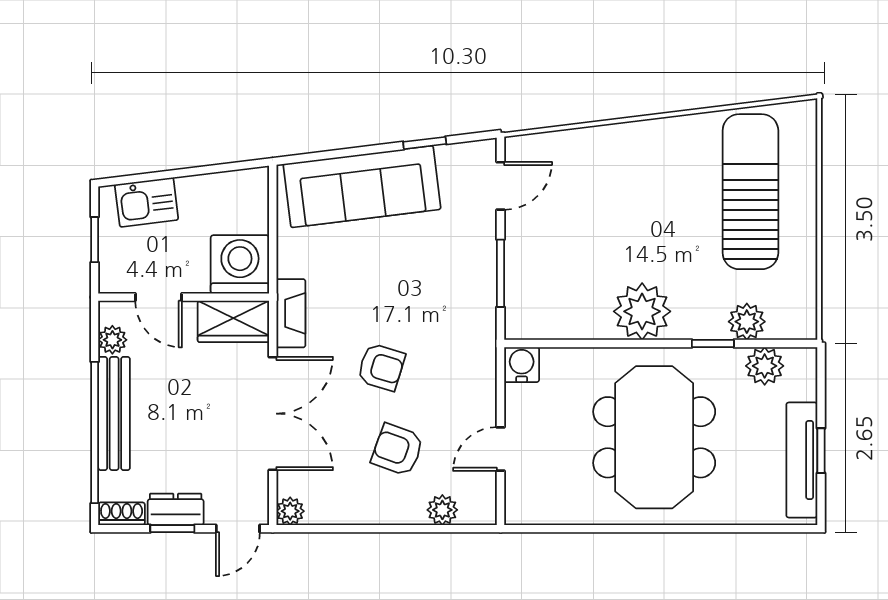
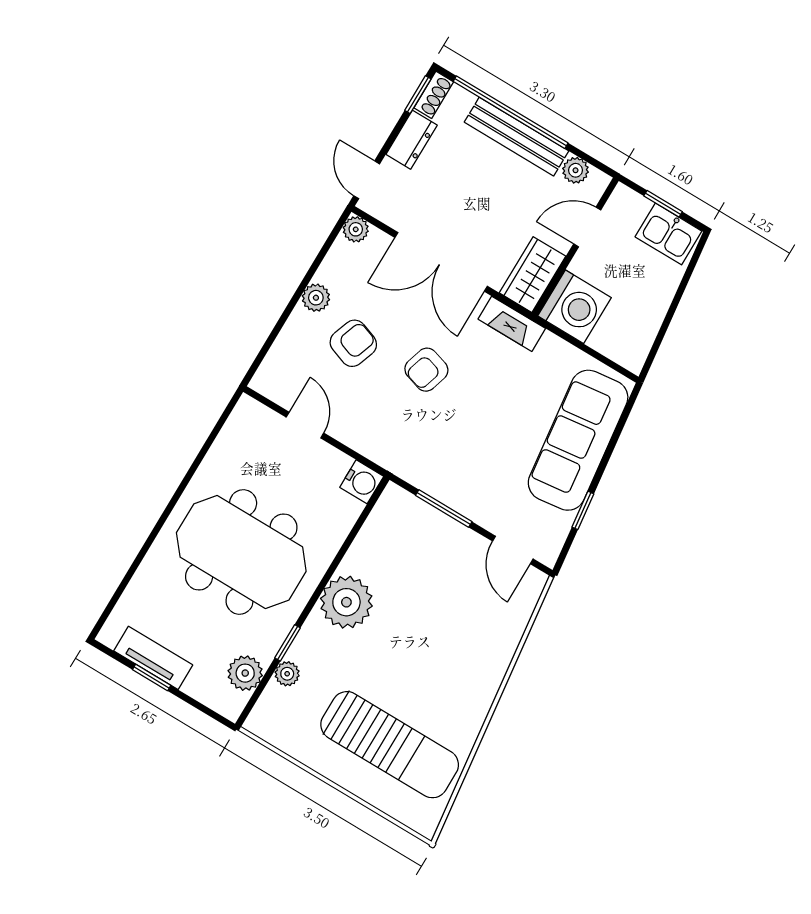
kitchen sink: (147, 202) -> (668, 234), moved, turned -83
plant: (747, 322) -> (287, 674), width x0.73, depth x0.73
tv unit: (802, 460) -> (153, 658), width x0.71
plant: (442, 510) -> (316, 298), moved
window: (172, 529) -> (418, 95), moved

